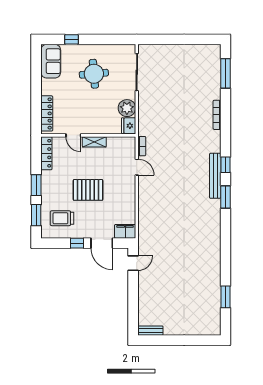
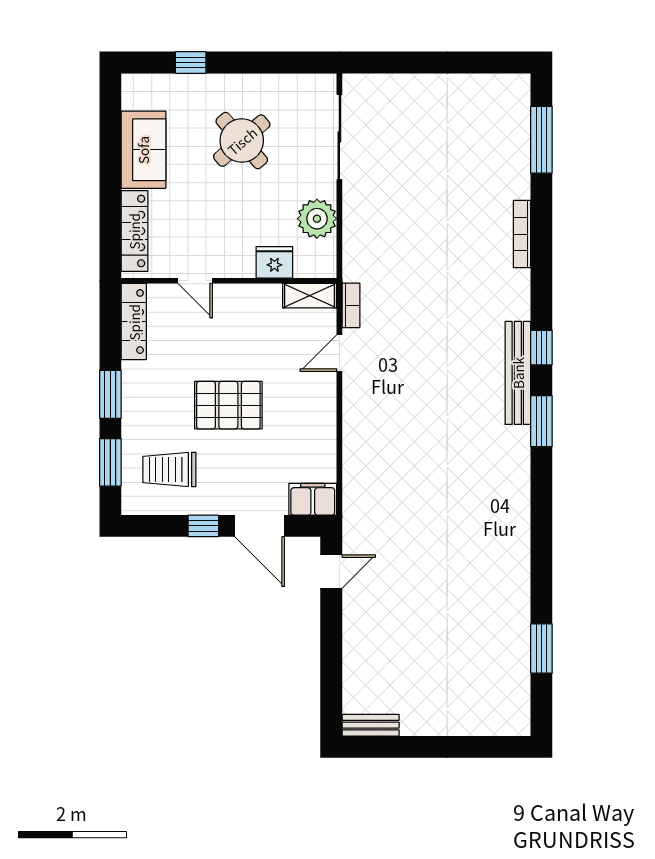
sofa: (51, 61) -> (143, 150), moved
round table: (94, 74) -> (242, 141), turned -36
fridge: (129, 126) -> (274, 262), moved, turned 90
shelving: (94, 142) -> (310, 296), moved
door: (137, 167) -> (339, 353), swing flipped

